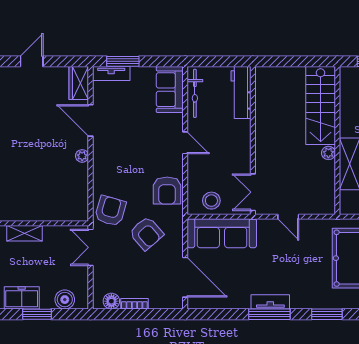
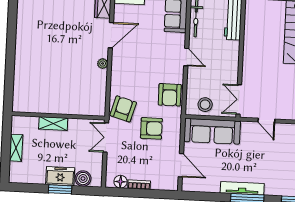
door: (91, 120) -> (111, 35), swing flipped
armchair: (146, 233) -> (151, 128), turned -49
door: (185, 277) -> (181, 165), width x0.73
freezer: (22, 298) -> (60, 176), moved
tv unit: (270, 302) -> (242, 188), width x1.41

